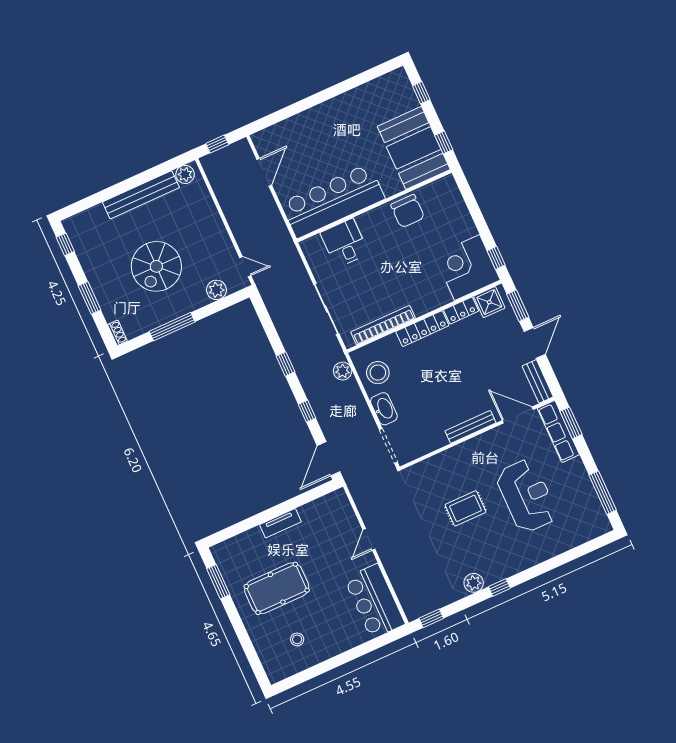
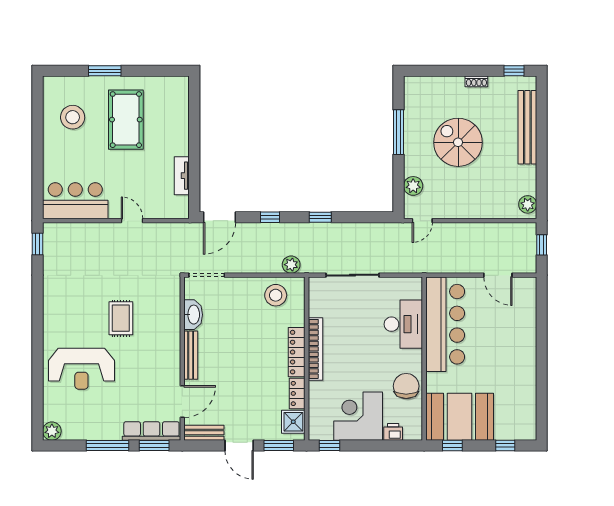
bench: (141, 195) -> (527, 127), moved
printer: (456, 204) -> (393, 432), added
chair: (408, 211) -> (406, 386), turned 90
desk: (344, 243) -> (403, 324), width x1.37
corner desk: (467, 268) -> (358, 416), moved, turned -90
window: (90, 298) -> (457, 71), removed
bookcase: (383, 325) -> (315, 349), moved
shoe rack: (117, 333) -> (476, 81), moved
washbasin: (384, 409) -> (193, 315), moved, turned -90
door: (329, 459) -> (219, 217), swing flipped
window: (603, 493) -> (108, 445), moved
reception desk: (527, 496) -> (81, 369), moved
tv unit: (280, 523) -> (182, 176), moved
window: (218, 582) -> (105, 71), moved
plant: (474, 583) -> (52, 431), moved
window: (499, 587) -> (37, 316), removed
stool: (297, 639) -> (73, 117), width x1.89, depth x1.89

